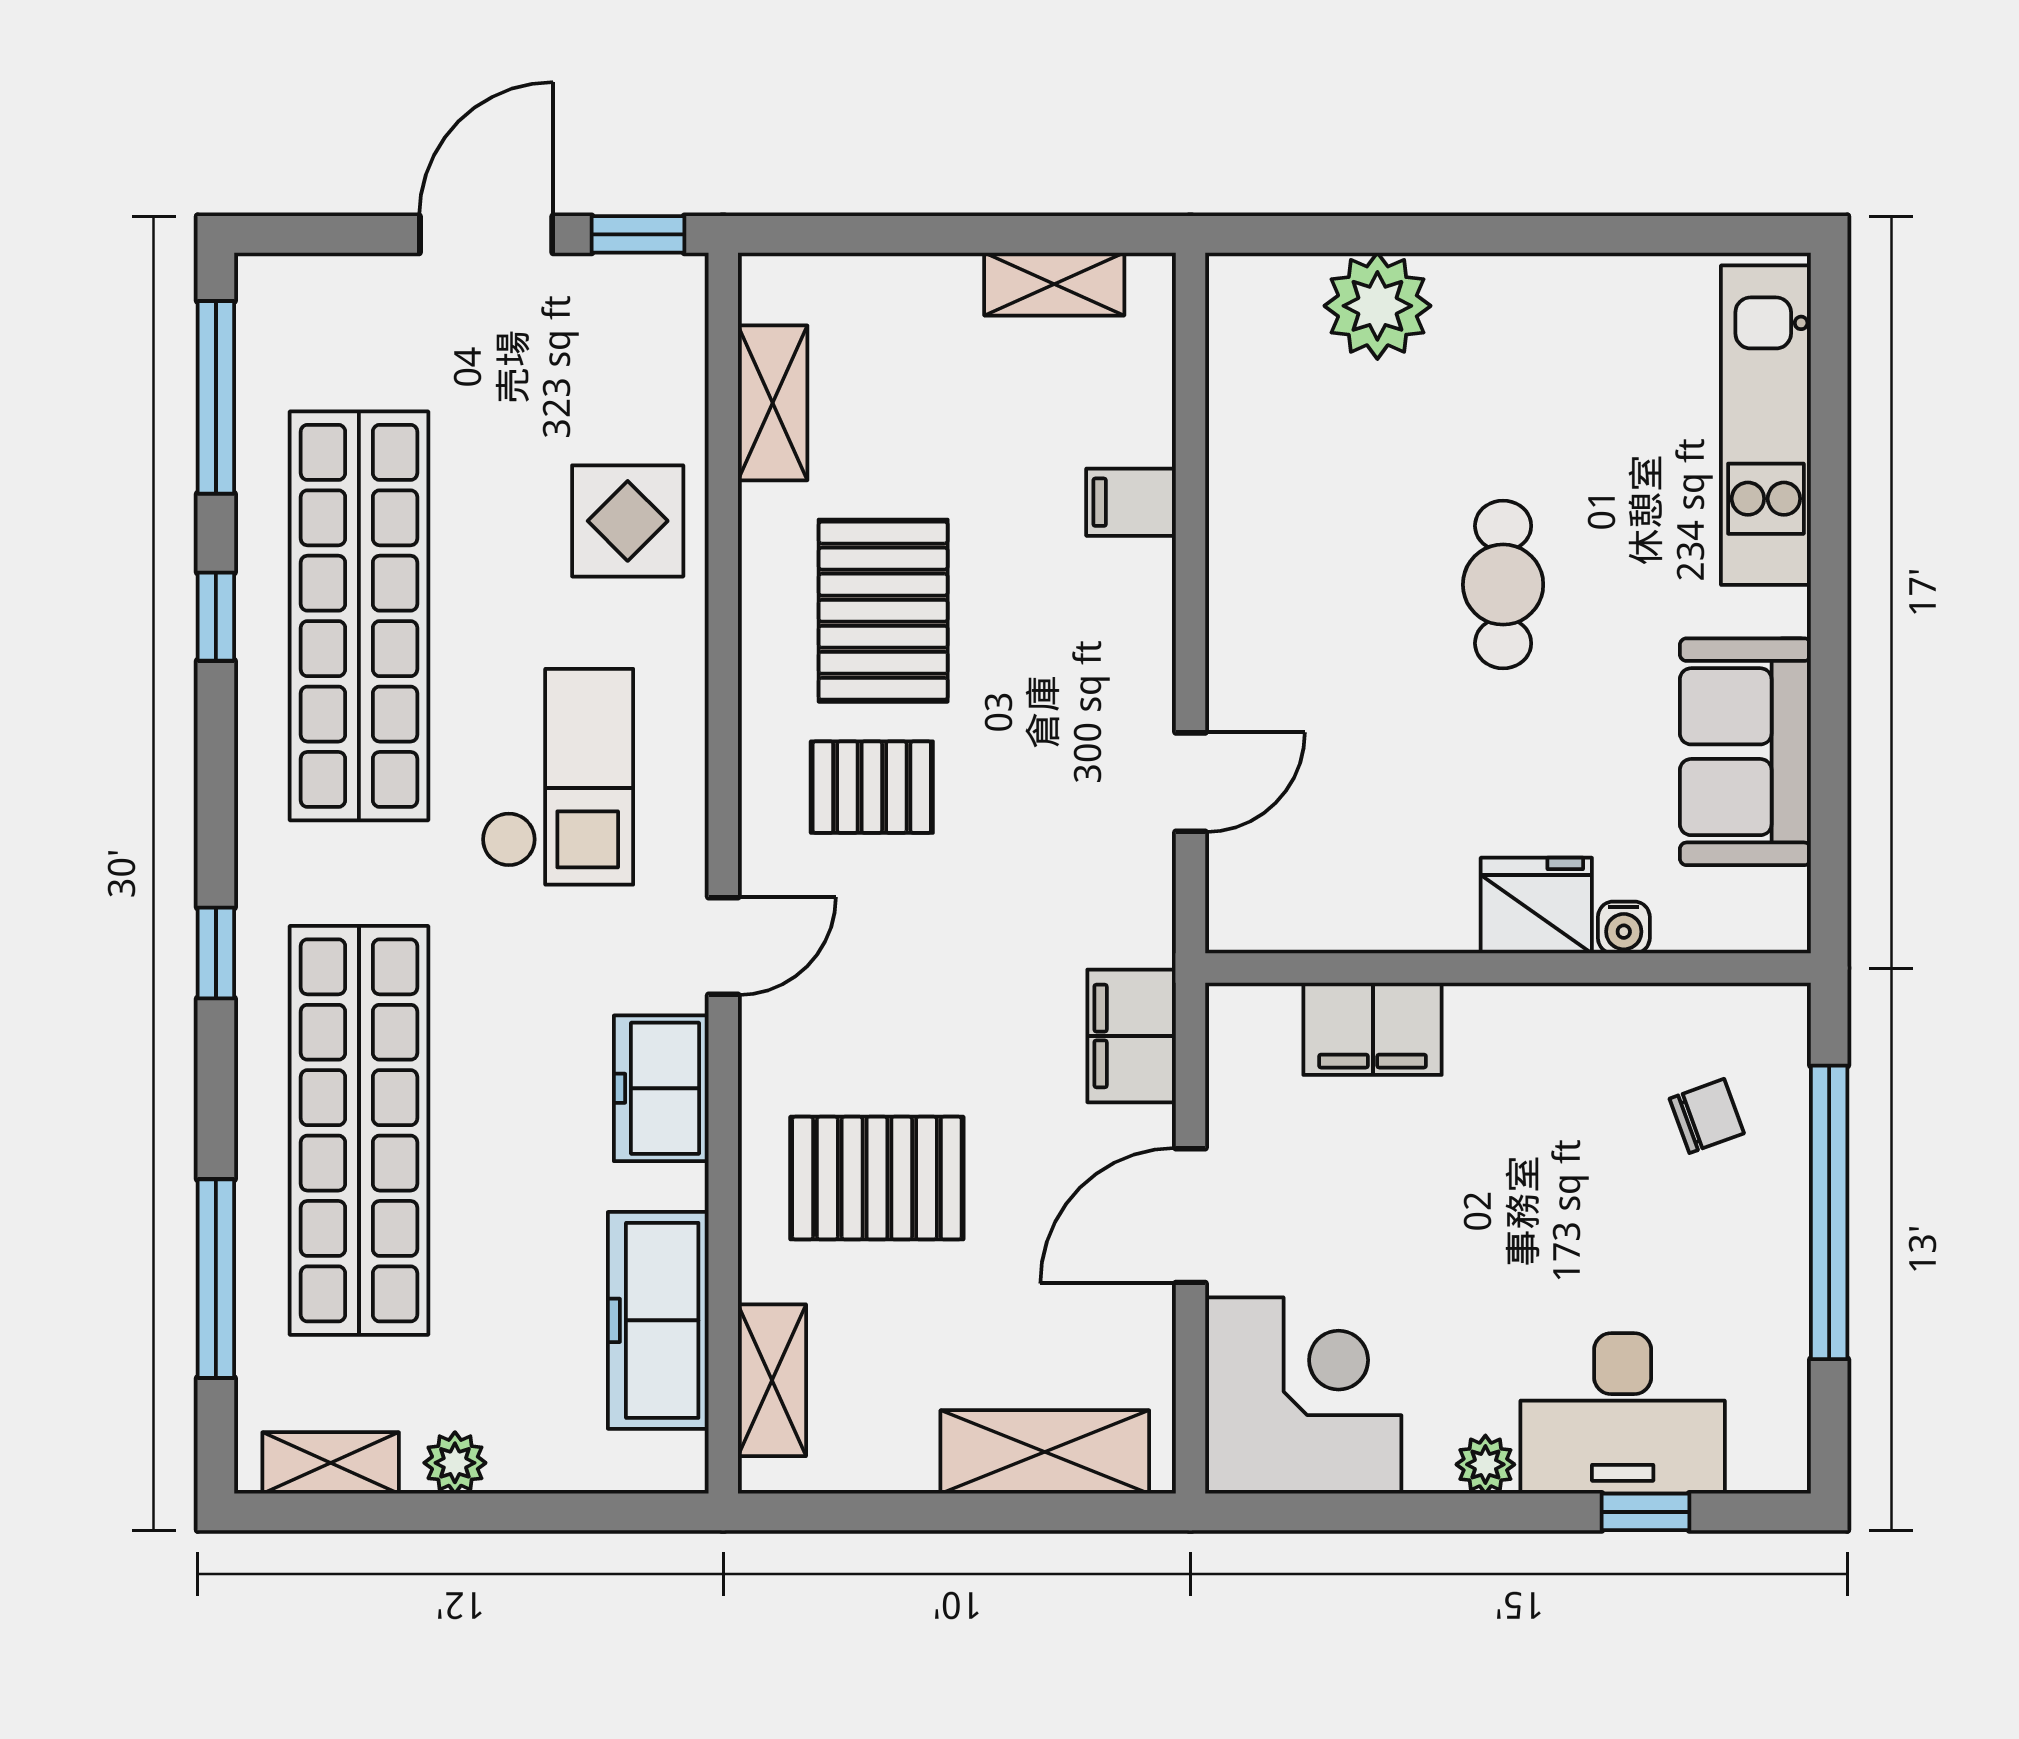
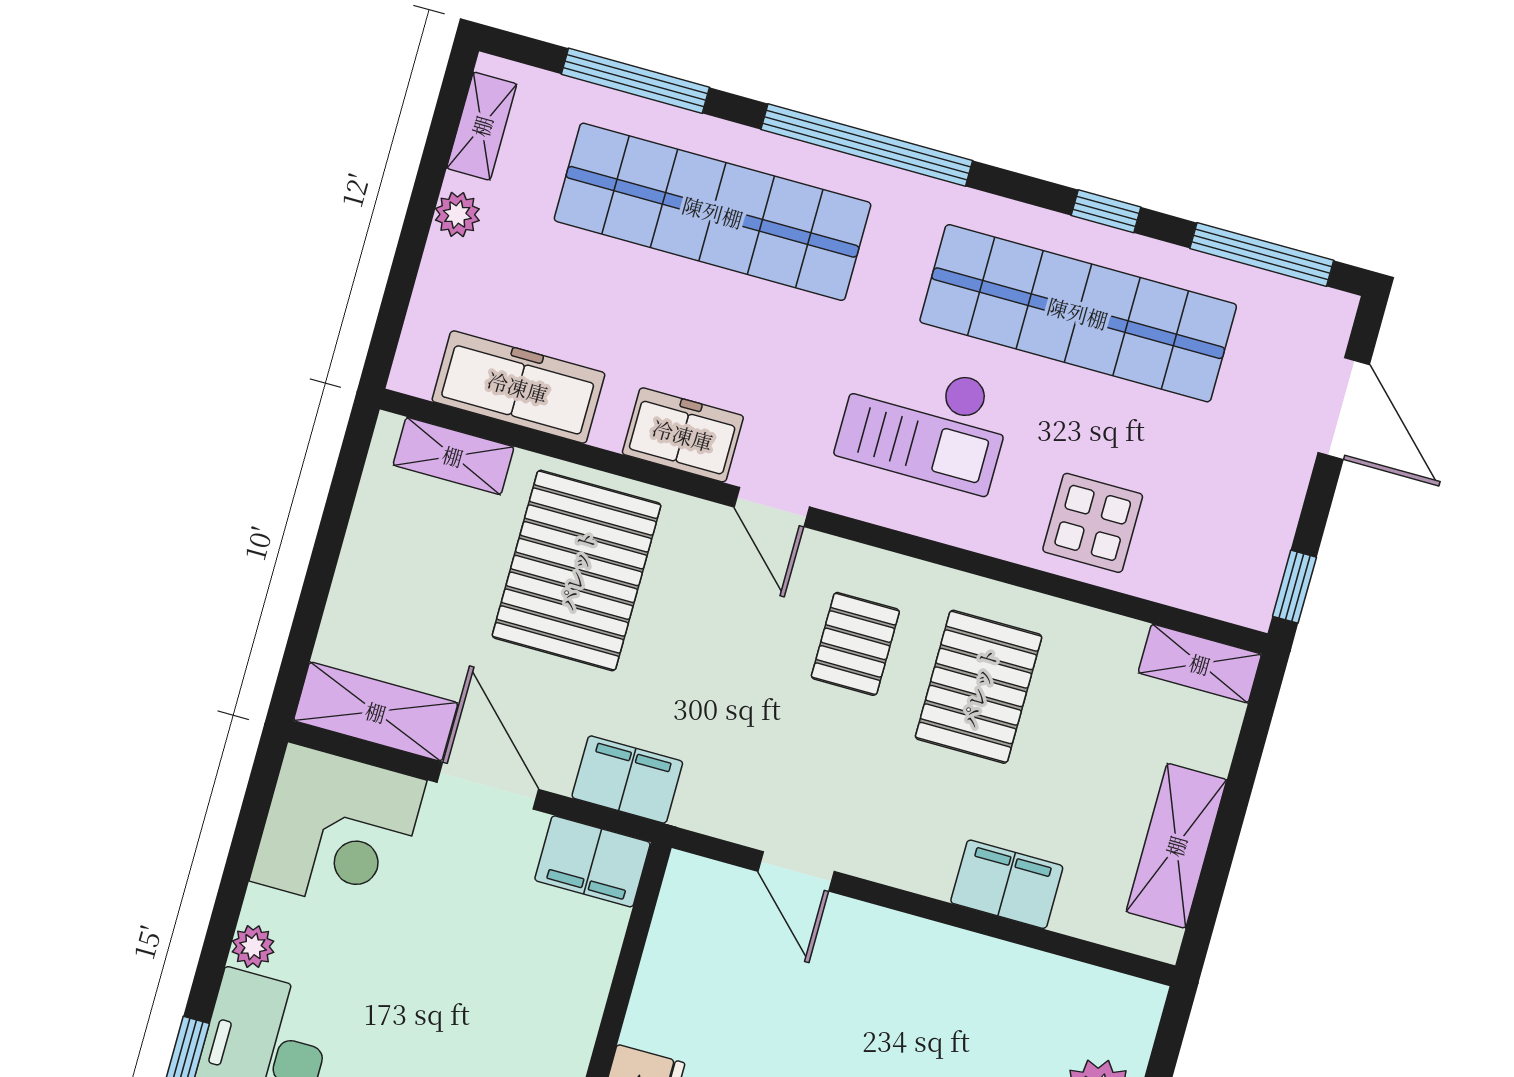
door: (486, 234) -> (1344, 408), moved
shelving: (1054, 284) -> (1176, 846), width x1.50, depth x1.33
shelving: (773, 403) -> (1200, 664), moved
filing cabinet: (1131, 502) -> (1007, 884), width x2.00
pallet: (883, 611) -> (979, 687), turned 90
window: (216, 953) -> (867, 145), width x3.17
filing cabinet: (1373, 1029) -> (592, 861), moved, turned -90
pallet: (877, 1178) -> (577, 570), width x1.37, depth x1.41
shelving: (1045, 1452) -> (376, 712), moved, turned 90

